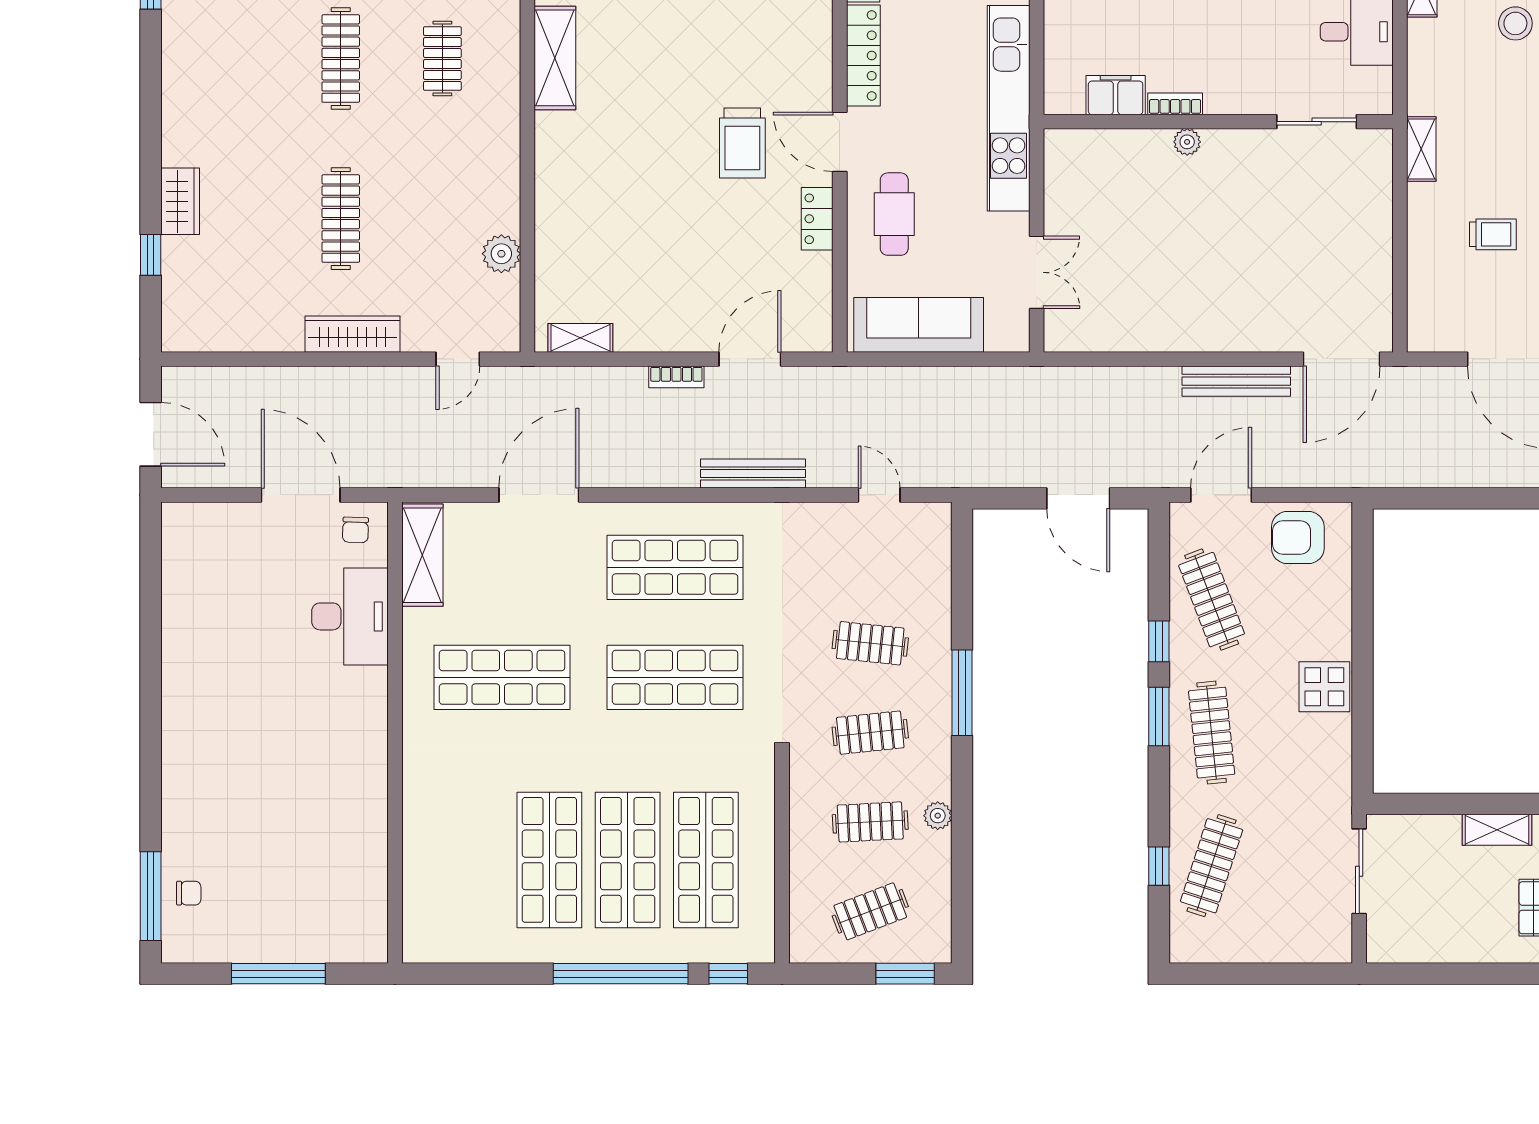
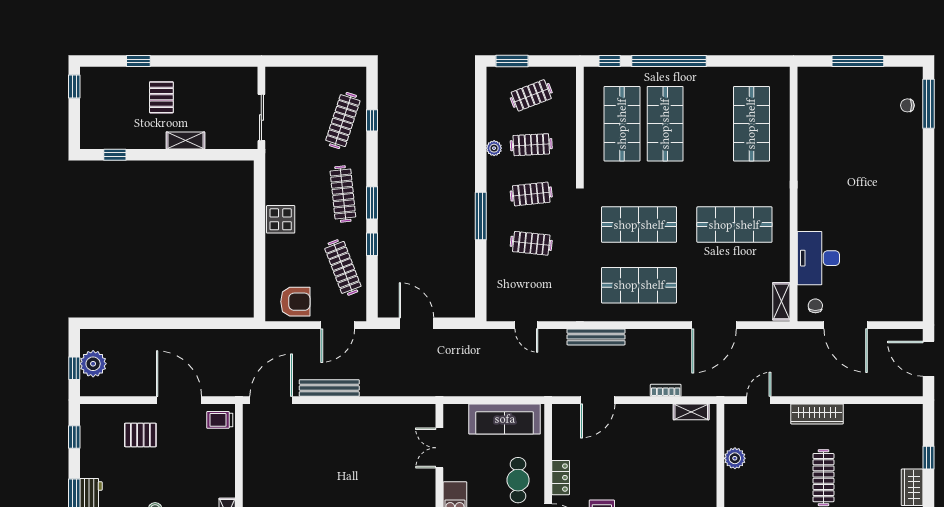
trolley: (1493, 234) -> (220, 420), moved
bookcase: (676, 377) -> (666, 390), moved
shelving: (422, 555) -> (781, 301), width x0.67, depth x0.75
shop shelf: (549, 860) -> (751, 124), moved

